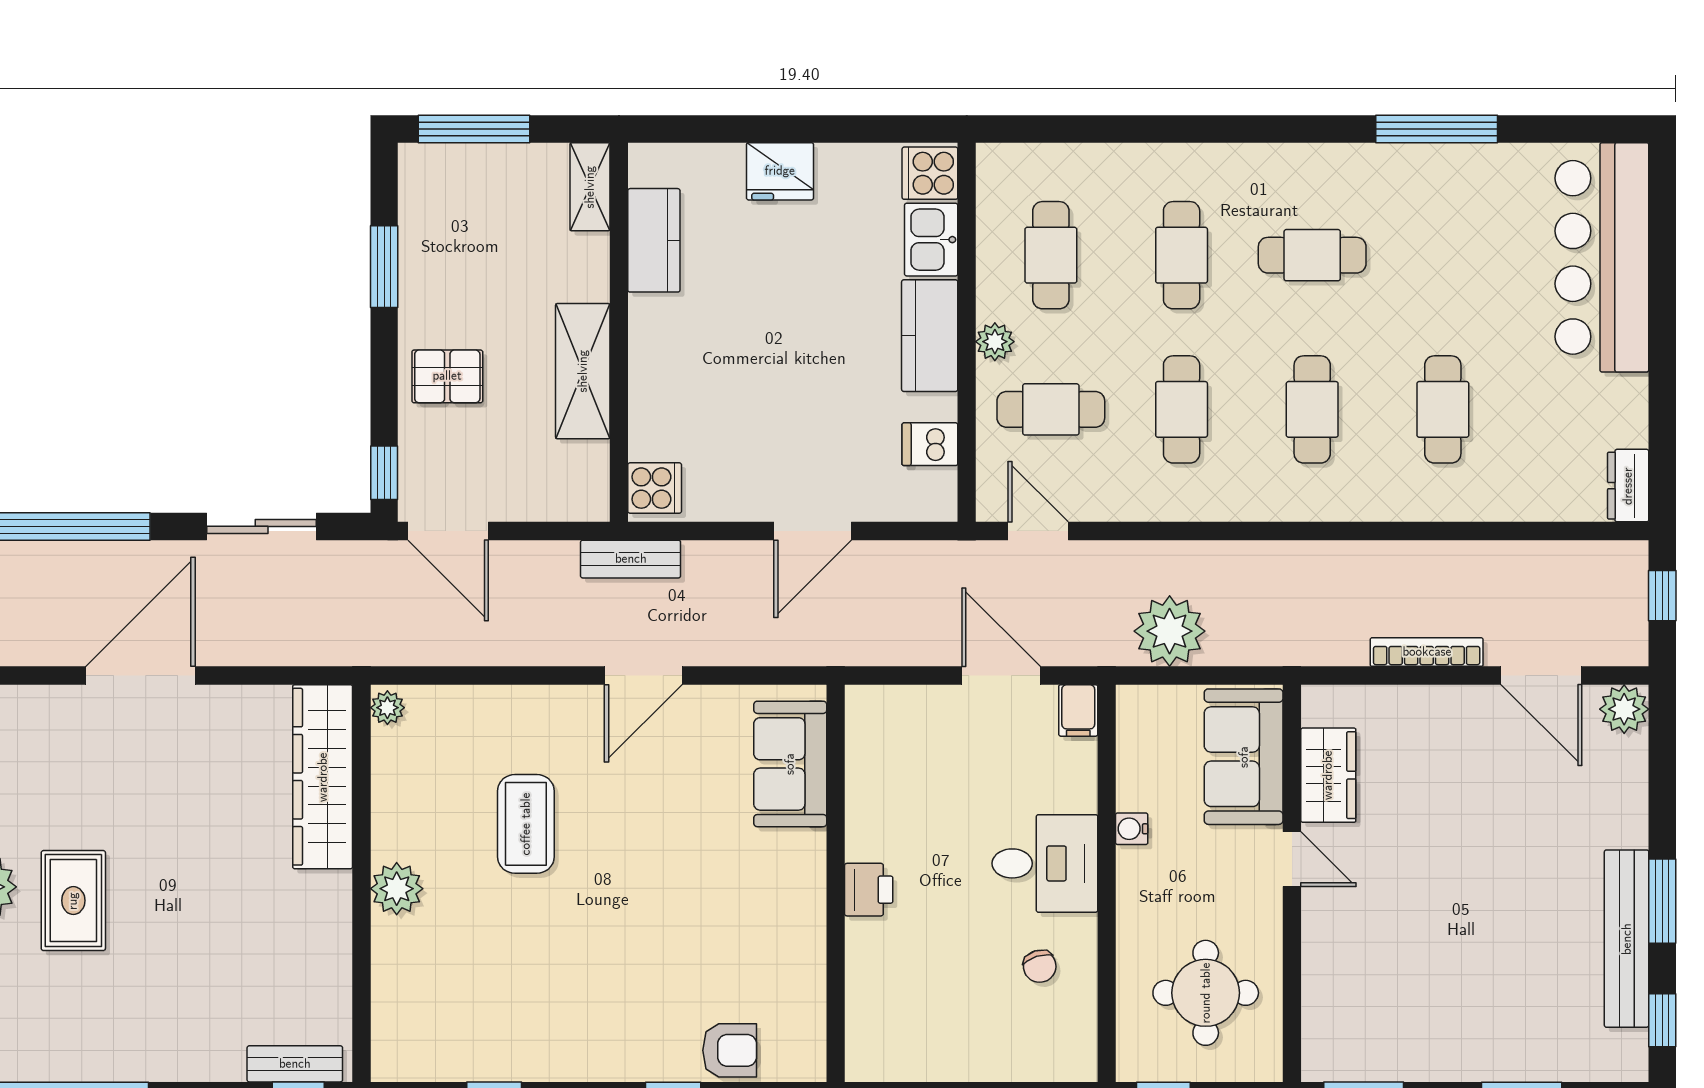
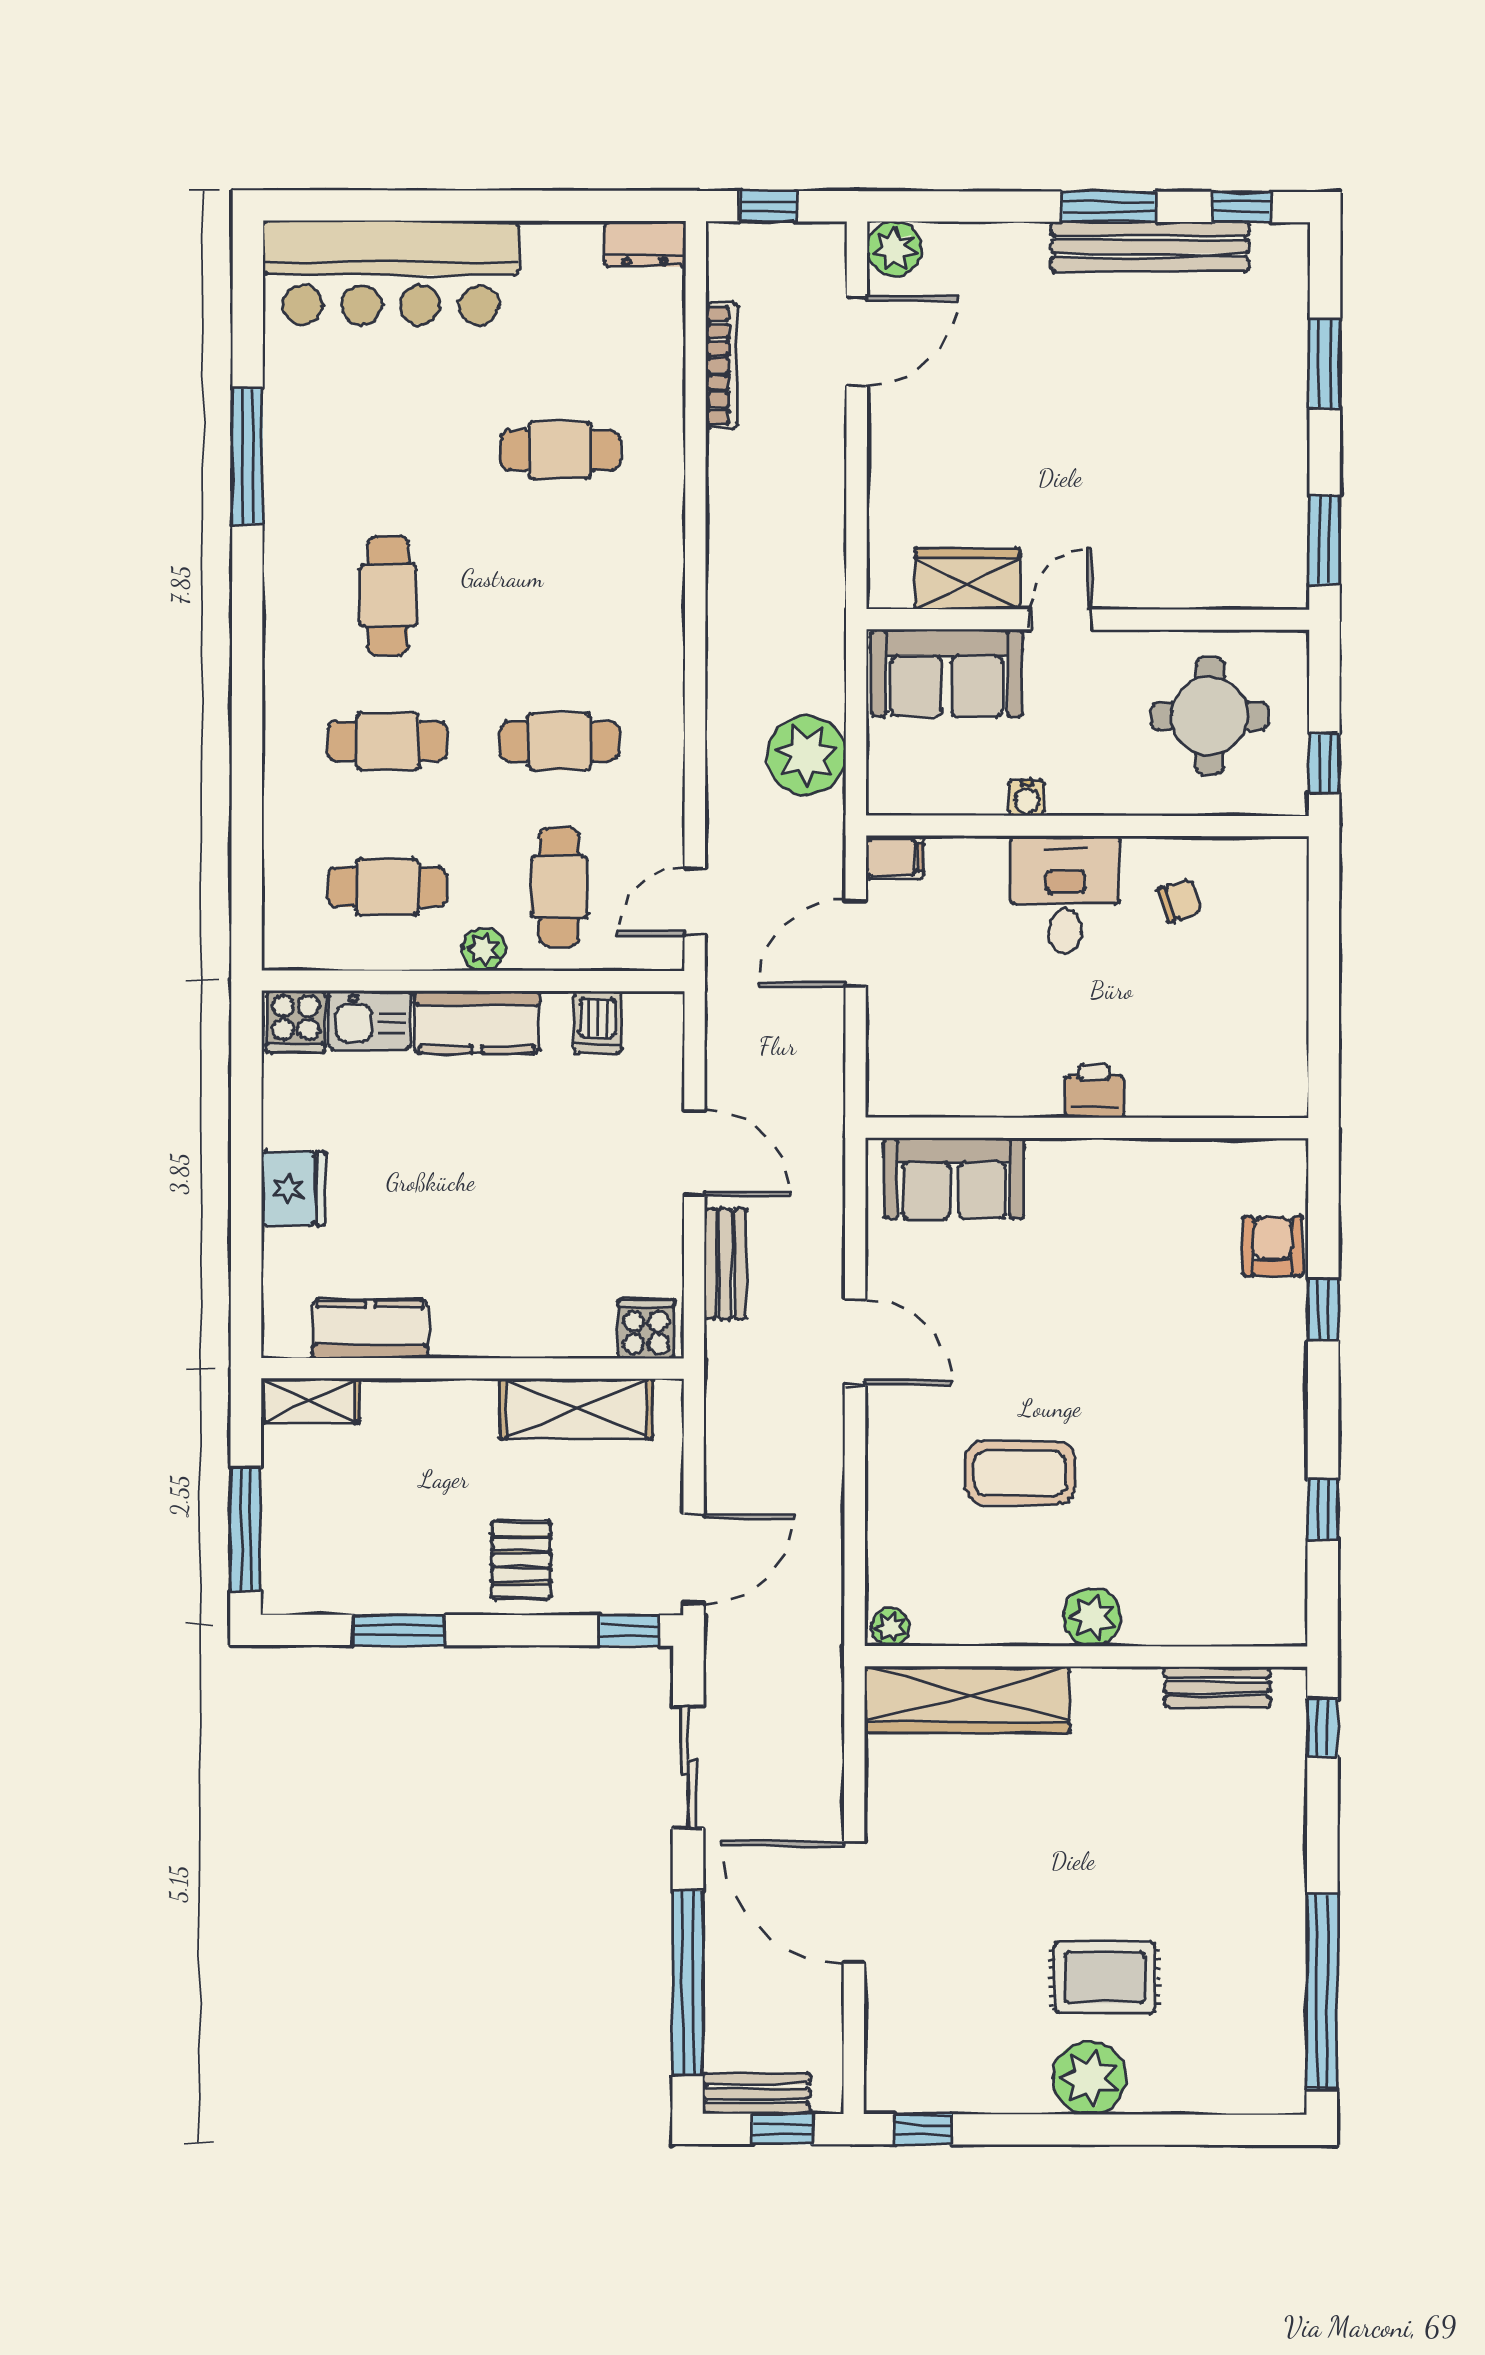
shelving: (583, 371) -> (576, 1409), moved
cafe table: (1312, 409) -> (560, 596), removed
bench: (631, 559) -> (725, 1264), moved
bookcase: (1427, 652) -> (722, 365), moved, turned 180
bench: (295, 1064) -> (1217, 1687), moved, turned 90

